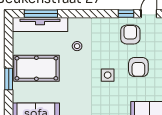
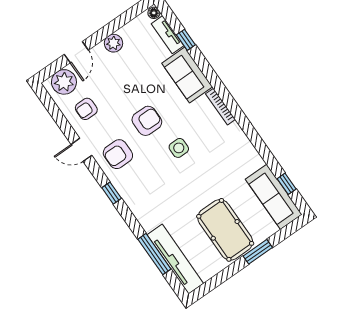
window: (41, 14) -> (154, 254), moved
window: (126, 14) -> (112, 193), moved
stool: (77, 46) -> (171, 203), removed

